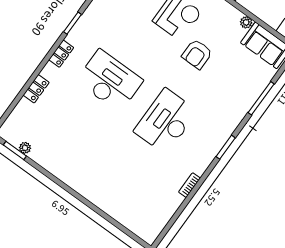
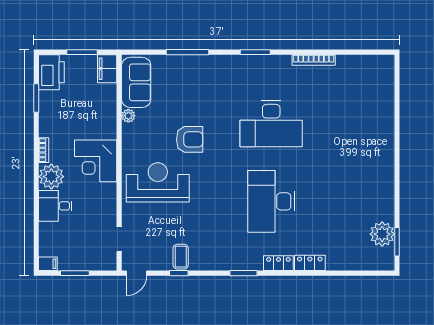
locker: (36, 89) -> (310, 263), moved
plant: (25, 148) -> (382, 234), width x1.87, depth x1.87
bookcase: (190, 185) -> (314, 60), width x1.56

